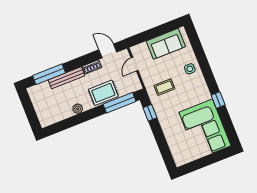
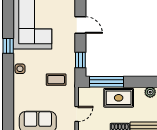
side table: (190, 69) -> (20, 69), moved
door: (162, 143) -> (80, 25), added

